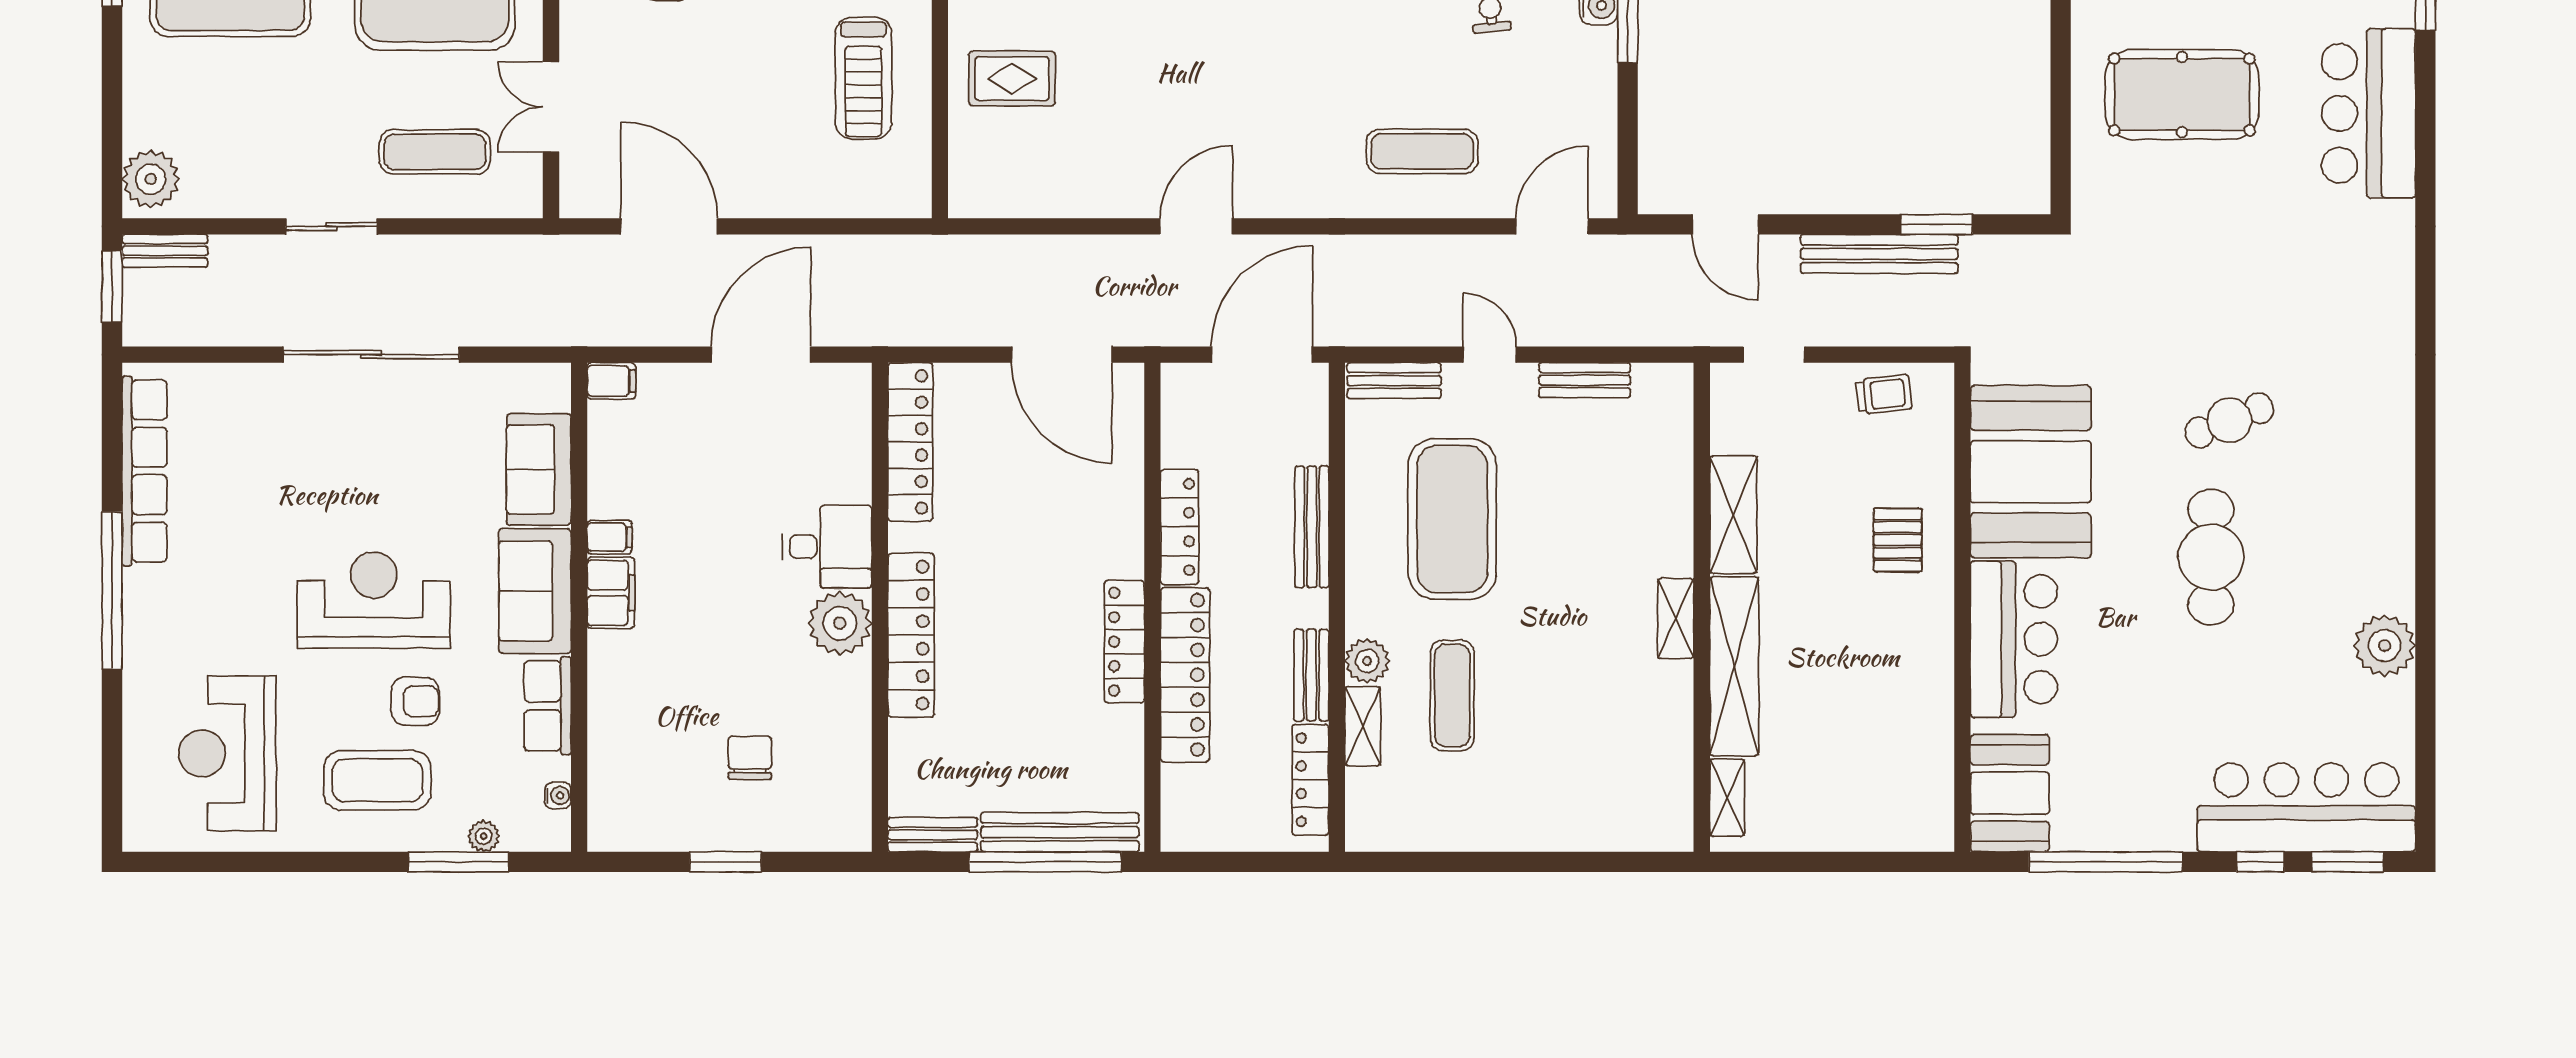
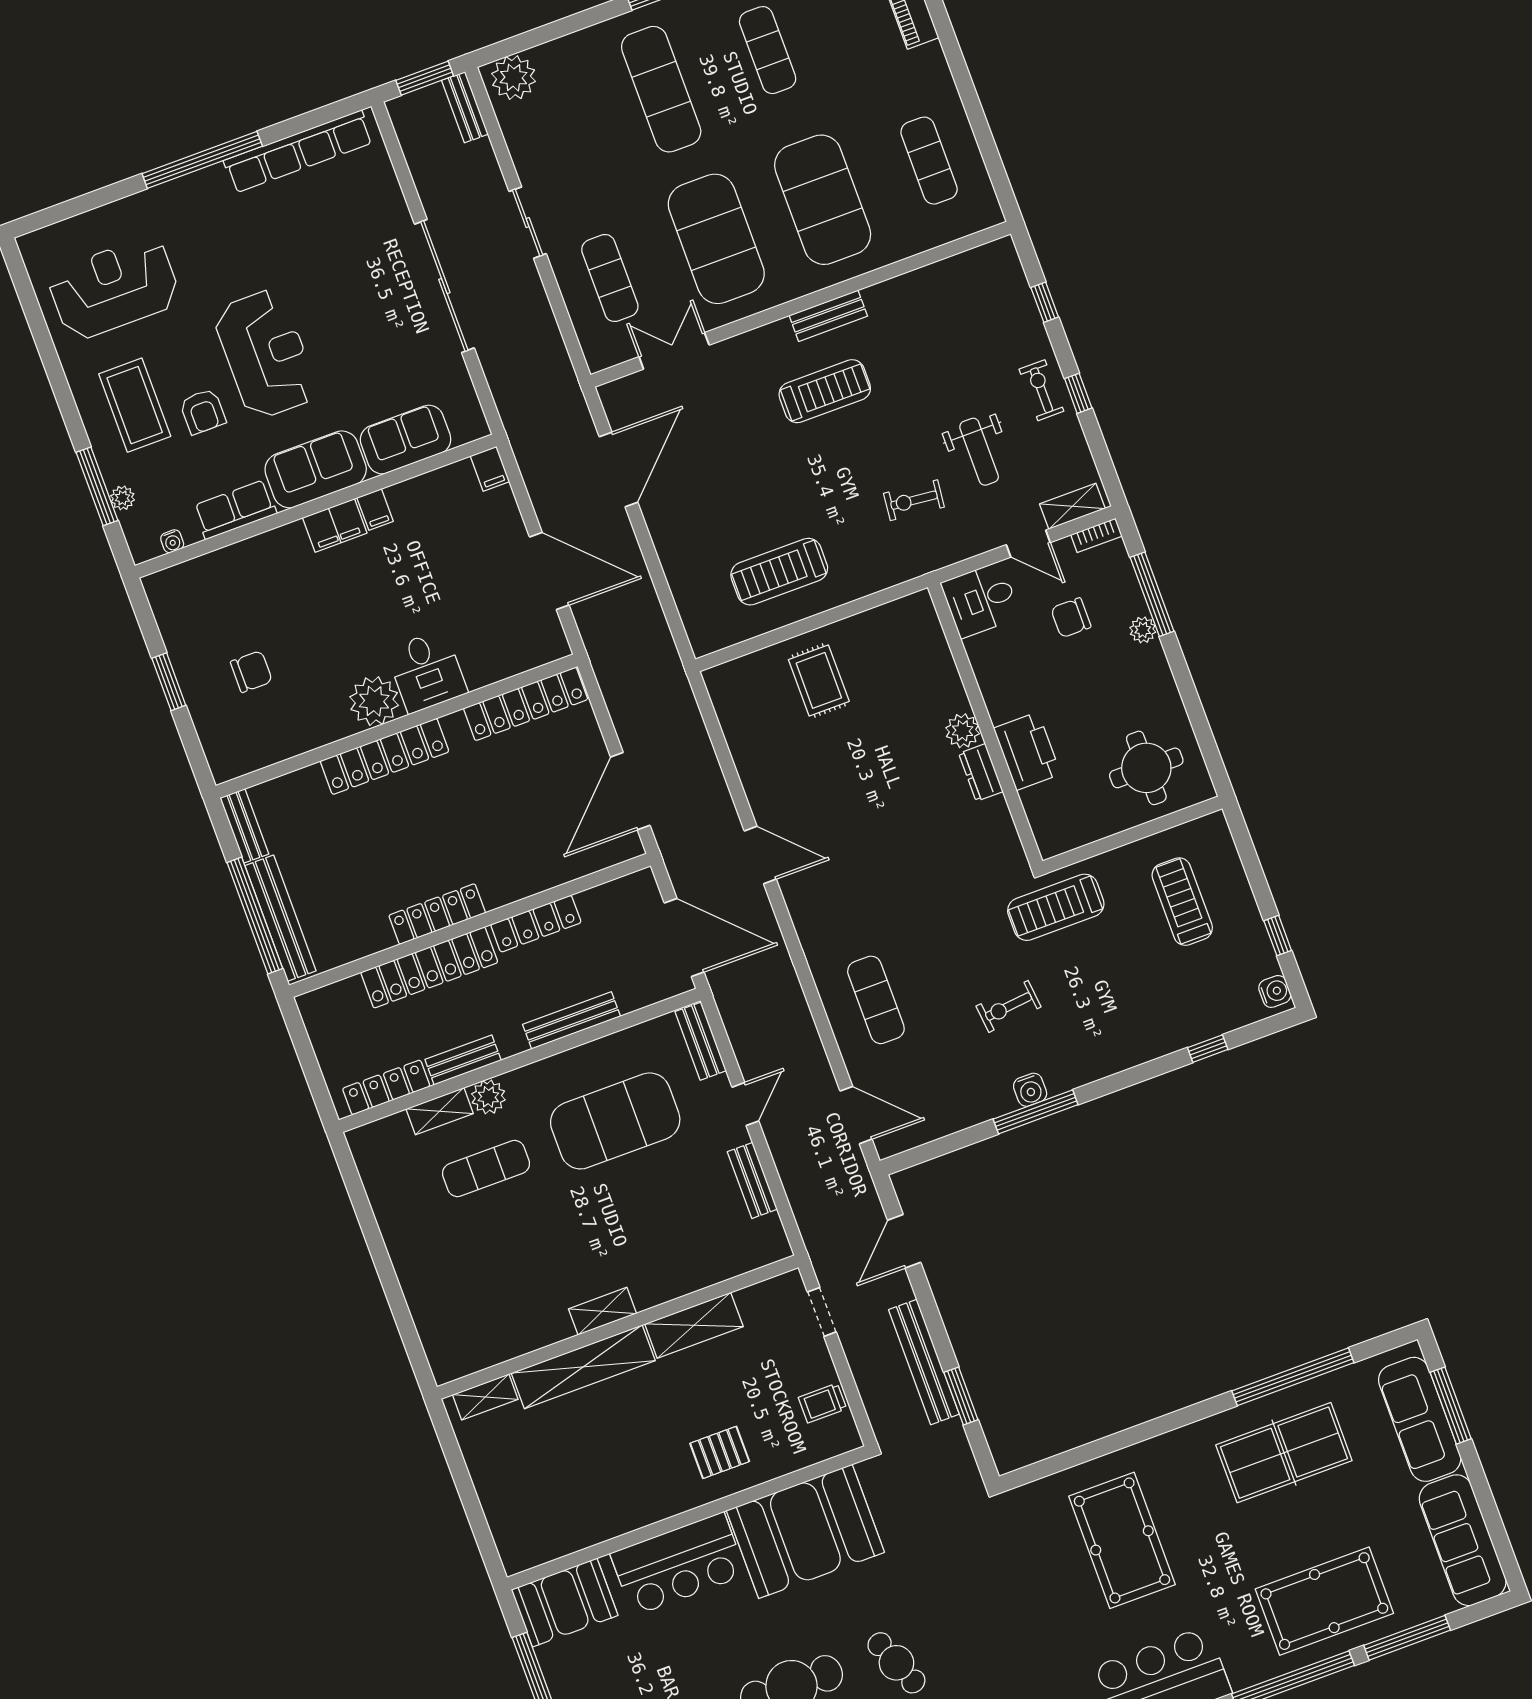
trolley: (1884, 394) -> (822, 1403), turned 96

